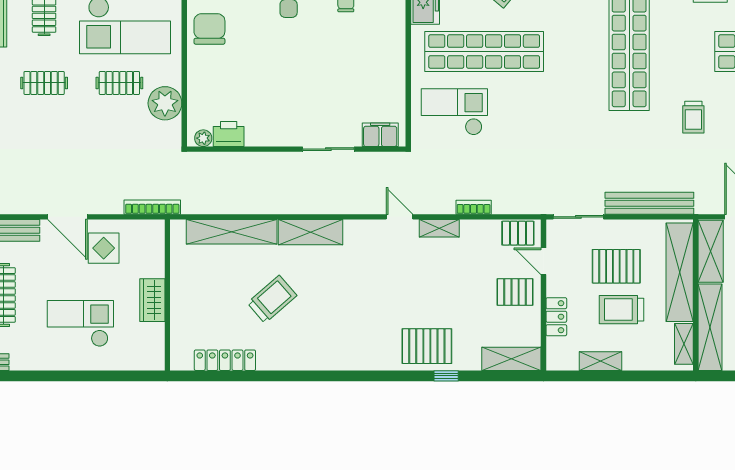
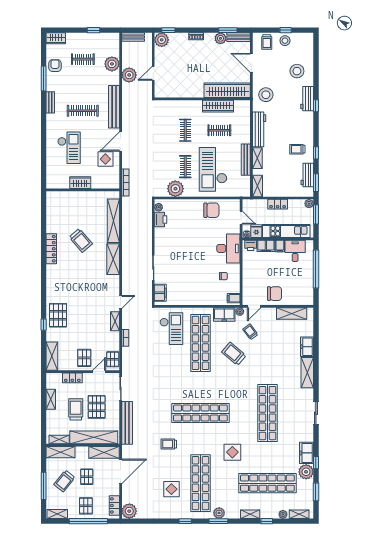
shelving: (710, 327) -> (60, 452), width x0.68
locker: (225, 360) -> (51, 249), moved

